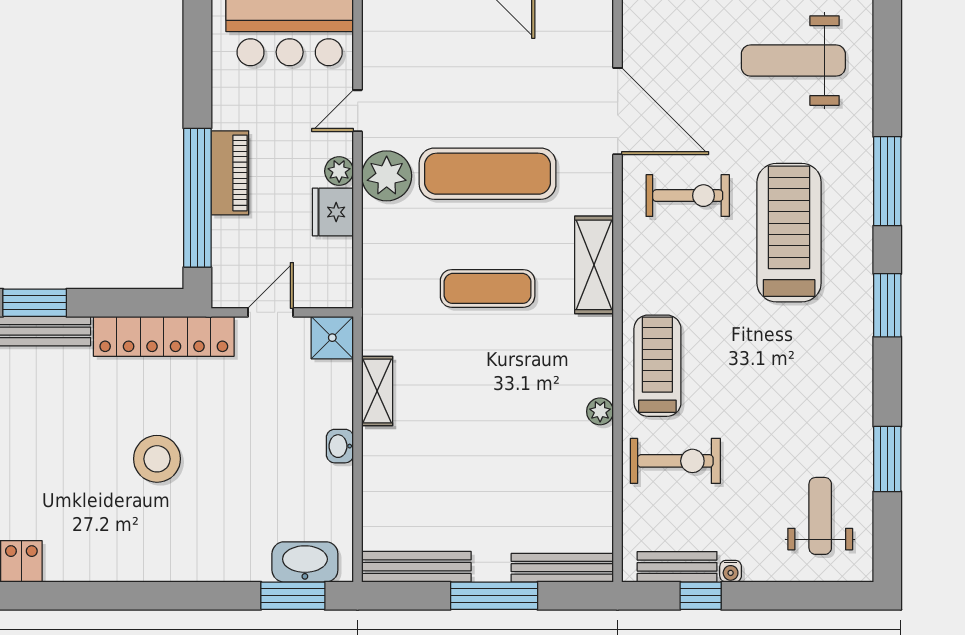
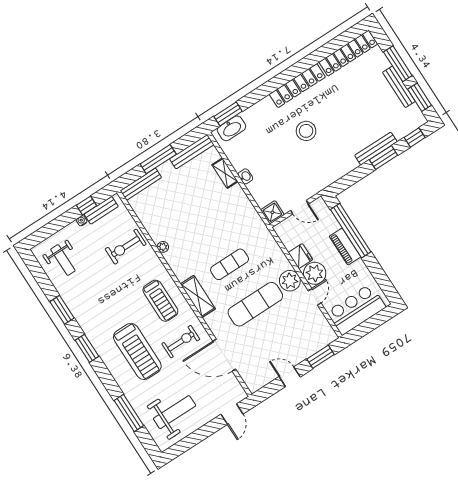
plant: (339, 171) -> (315, 273), width x1.88, depth x1.88
window: (887, 181) -> (129, 413), moved
exercise bike: (688, 196) -> (181, 342), turned 180
door: (271, 312) -> (299, 207), hinge flipped
locker: (164, 336) -> (297, 86), moved, turned 180
treadmill: (657, 366) -> (160, 301), moved
shelving: (377, 391) -> (225, 173), moved
window: (887, 459) -> (62, 310), moved

